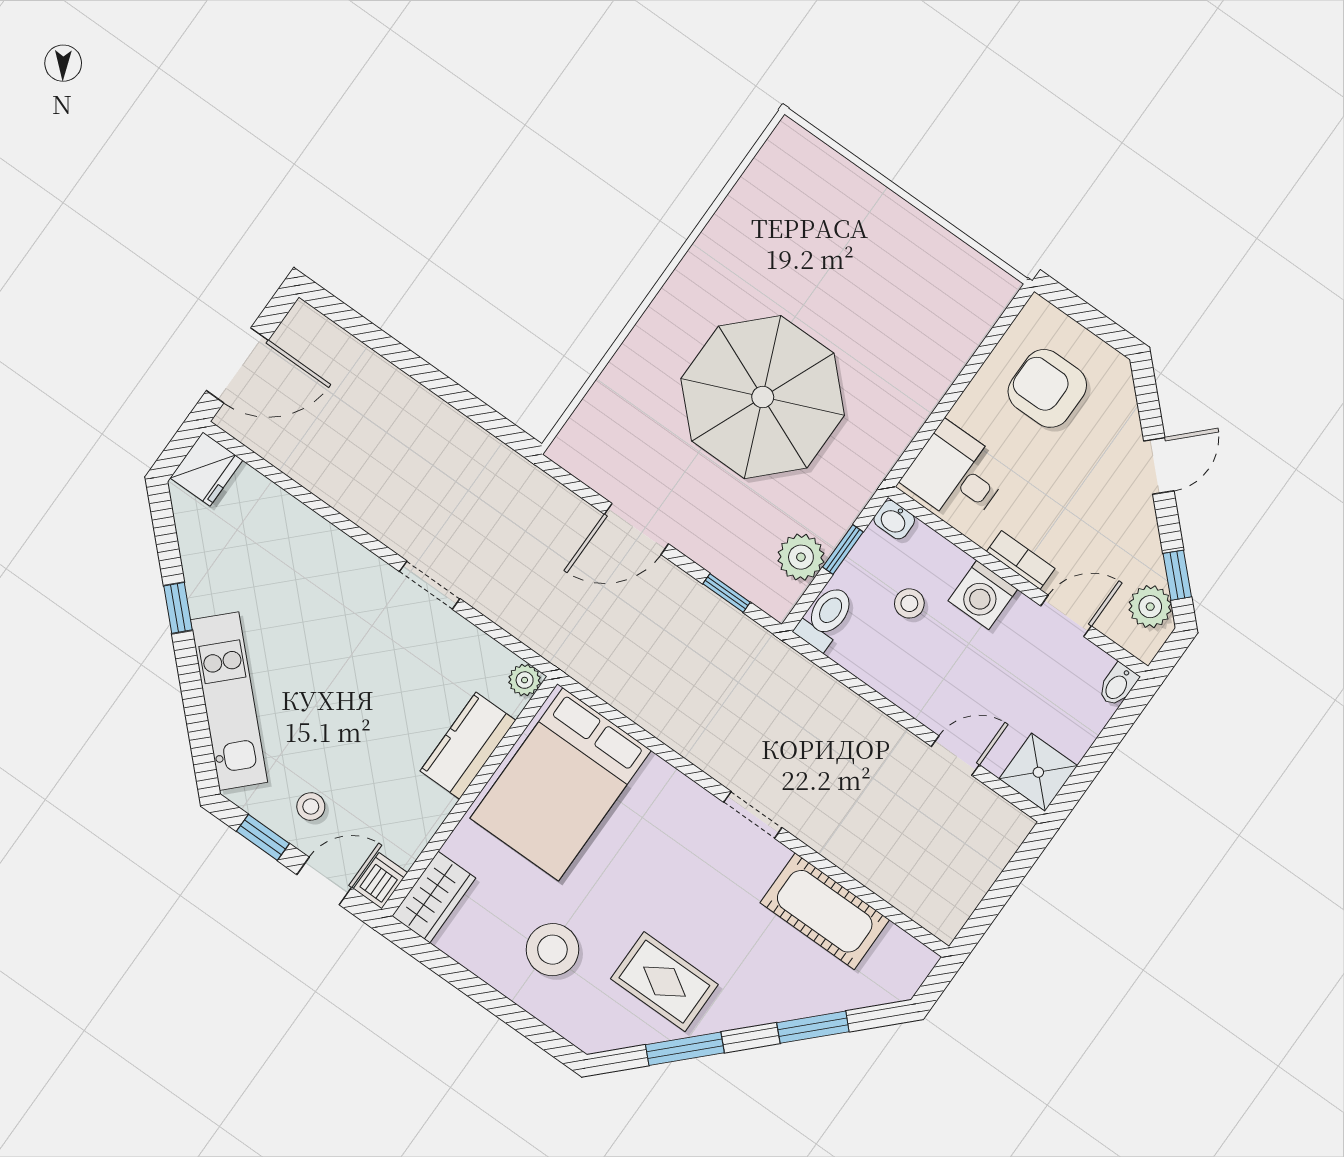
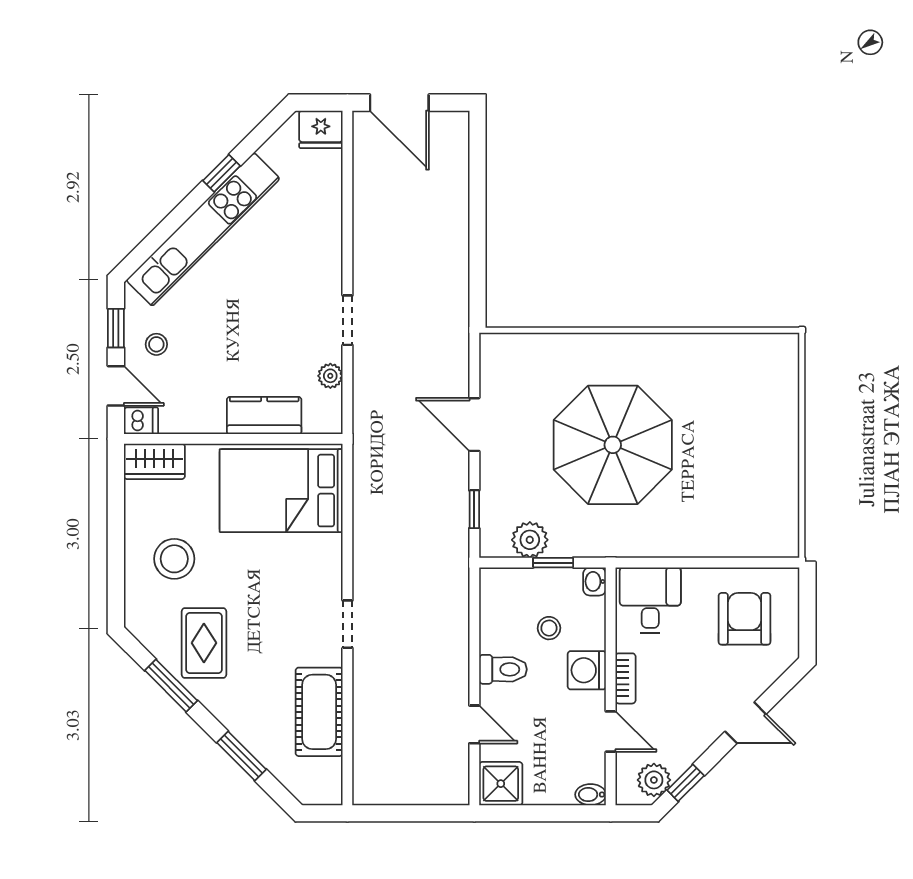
toilet: (826, 617) -> (503, 669), moved
plant: (525, 680) -> (330, 376), moved
kitchen unit: (229, 701) -> (203, 229), width x1.36

